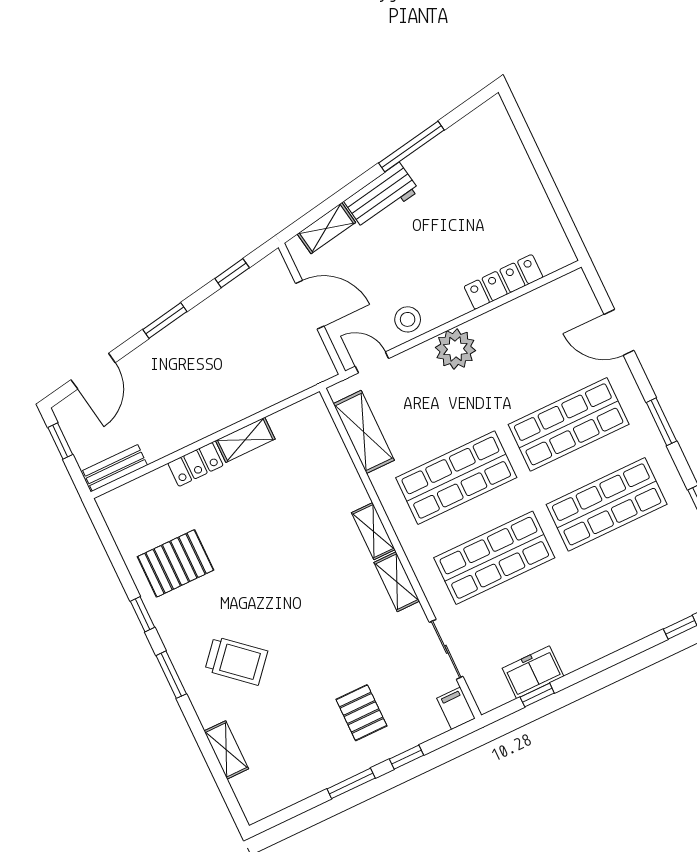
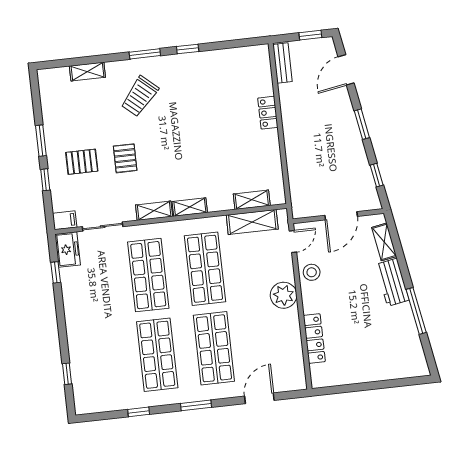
door: (93, 371) -> (346, 70), hinge flipped
shelving: (245, 440) -> (252, 200), moved, turned 90
pallet: (176, 563) -> (125, 158), moved, width x0.67, depth x0.71
freezer: (533, 672) -> (68, 250), moved

